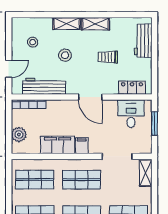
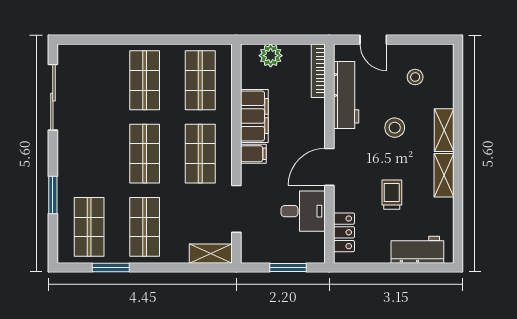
desk: (131, 114) -> (303, 211), moved

